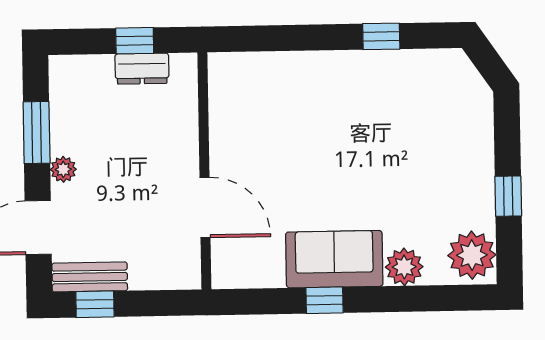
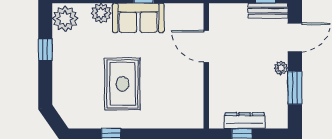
dresser: (142, 69) -> (245, 121), width x1.44
rug: (362, 134) -> (122, 84), added

